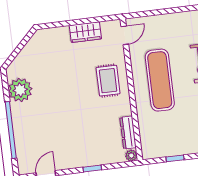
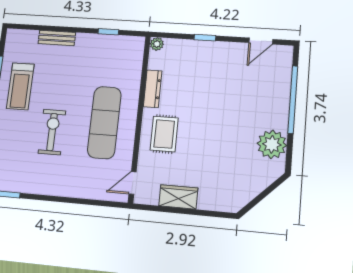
dresser: (128, 133) -> (153, 89), moved

